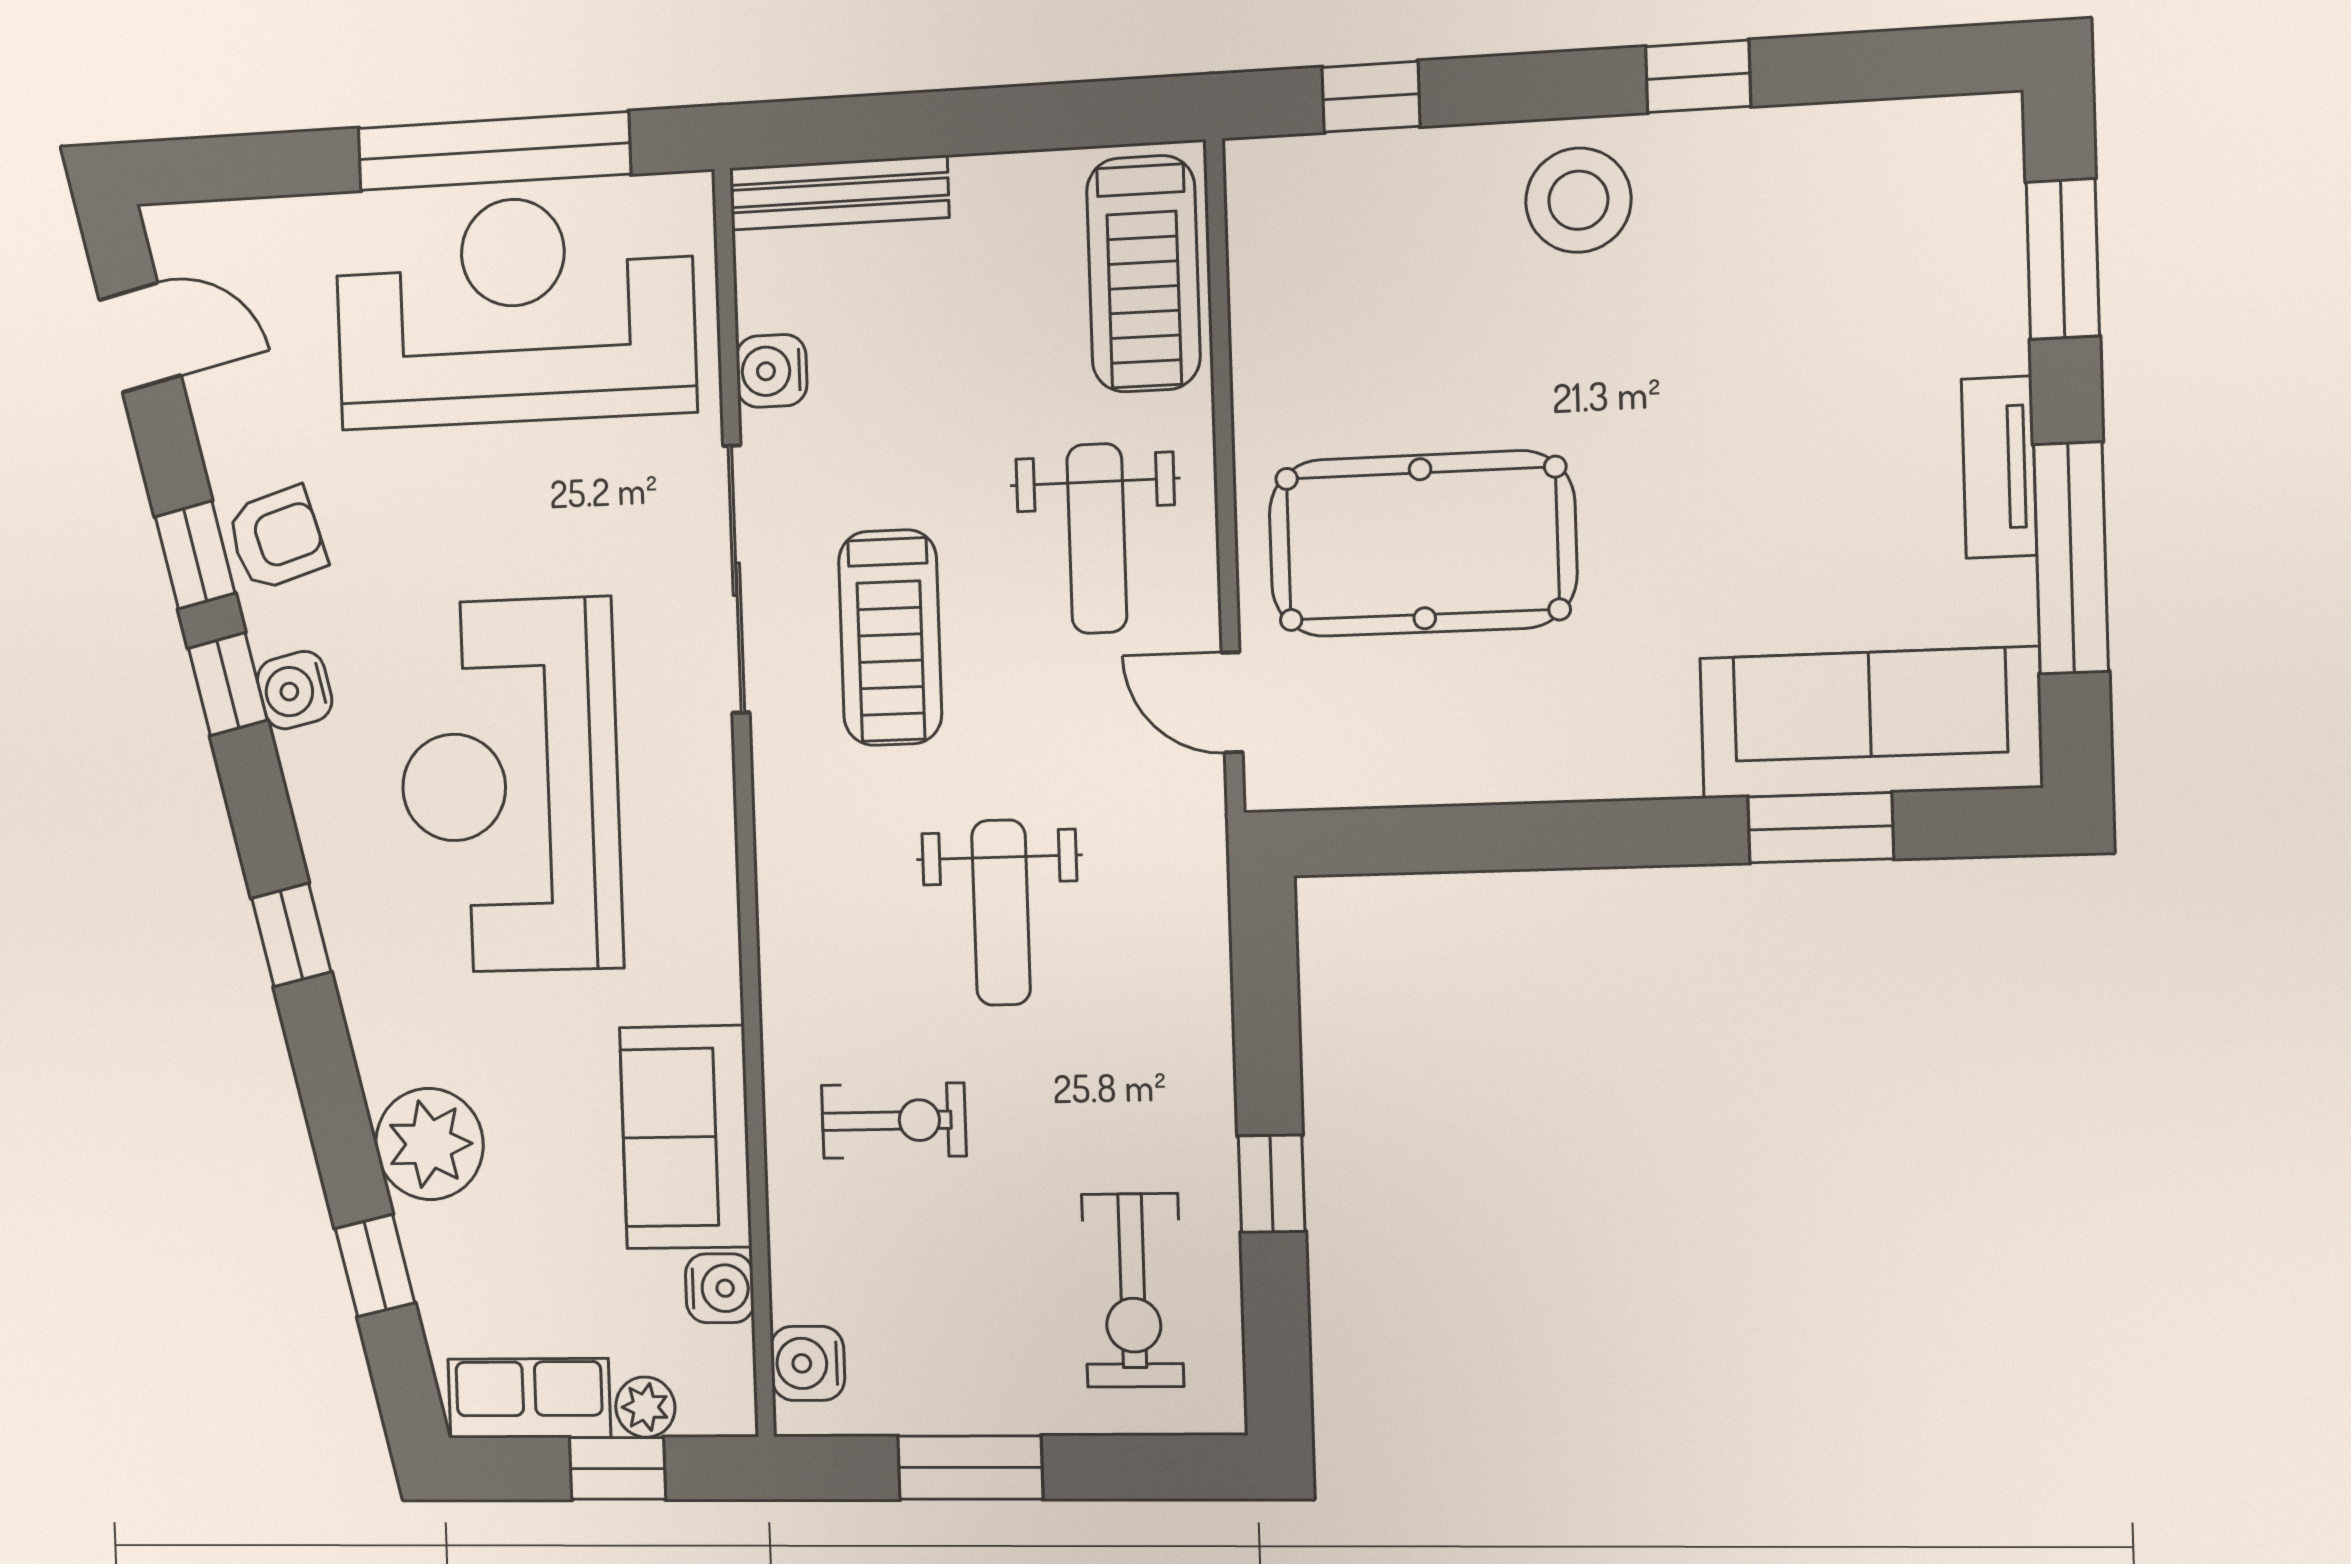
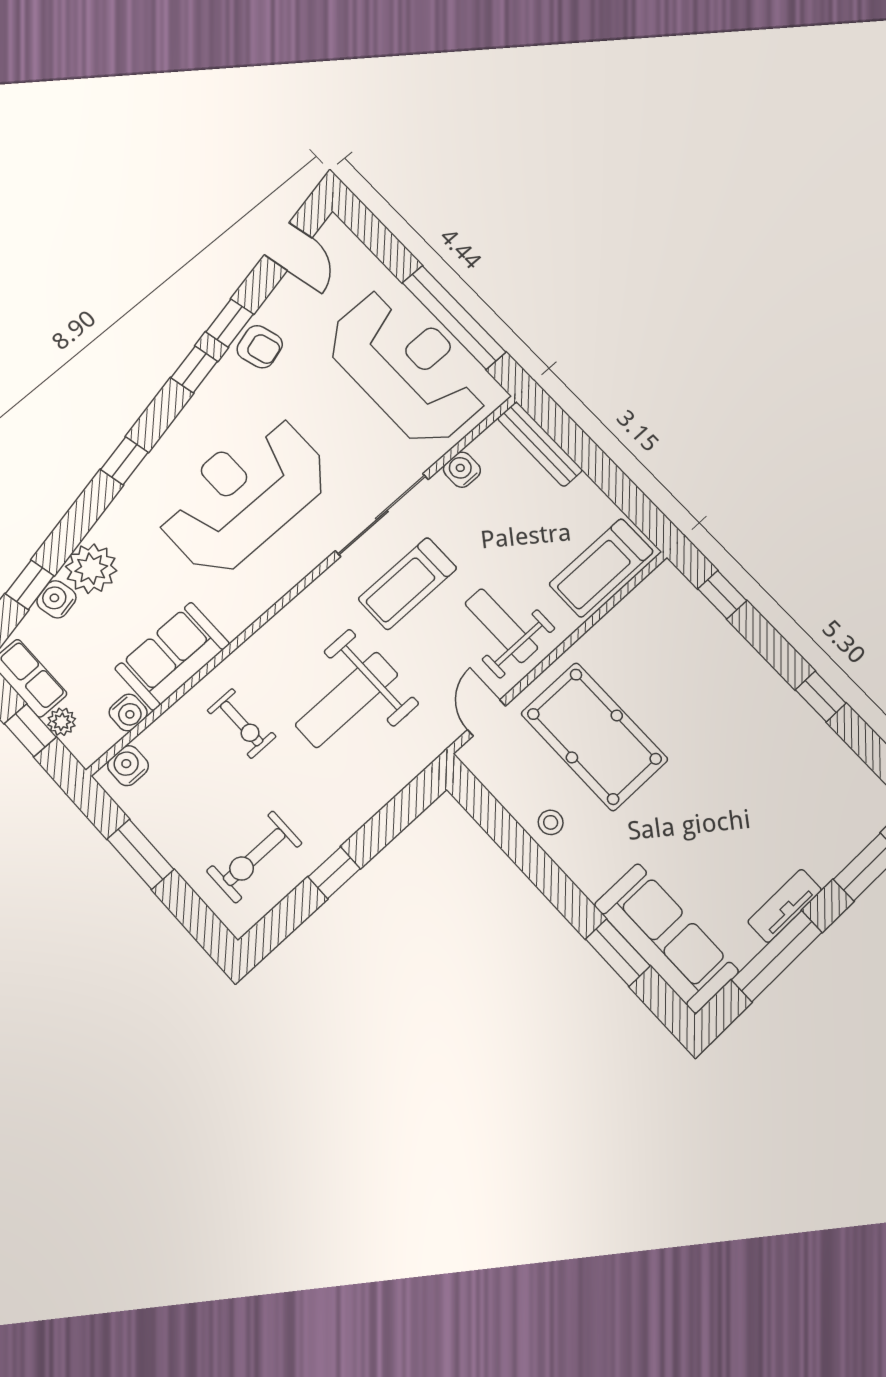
stool: (1578, 200) -> (551, 822), moved, width x0.53, depth x0.53
weight bench: (1097, 538) -> (501, 626), turned 90
water cooler: (295, 690) -> (56, 599), moved
weight bench: (1001, 913) -> (347, 700), width x1.36, depth x1.33

